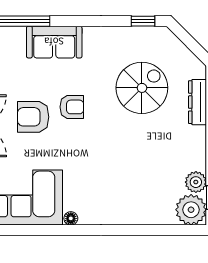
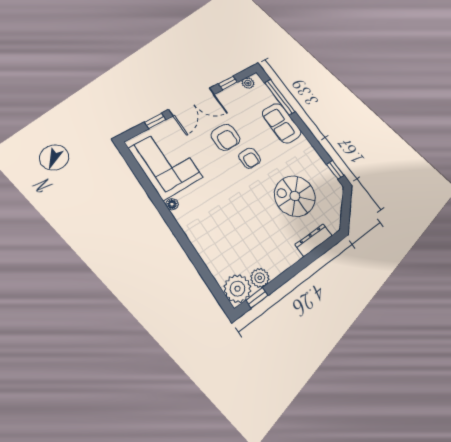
spiral stairs: (142, 88) -> (295, 196), turned 180
armchair: (33, 117) -> (226, 137), turned 180

